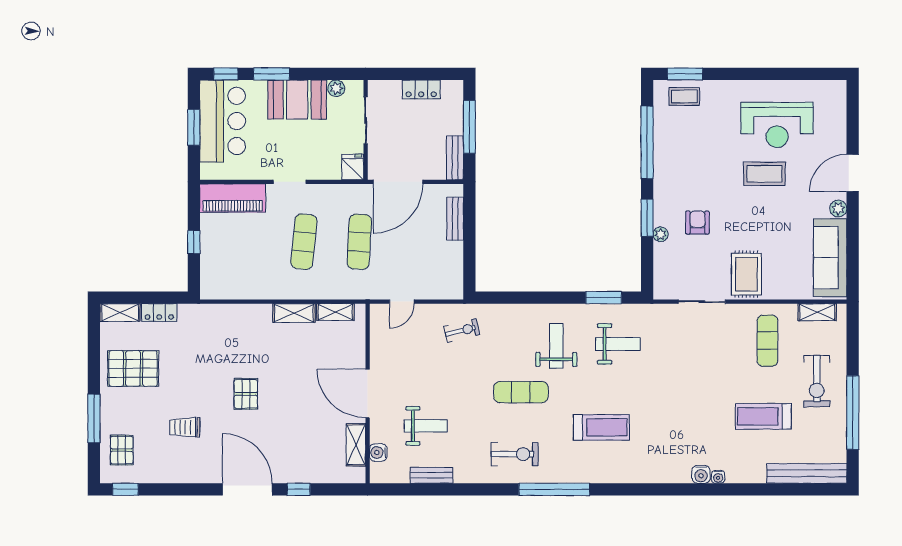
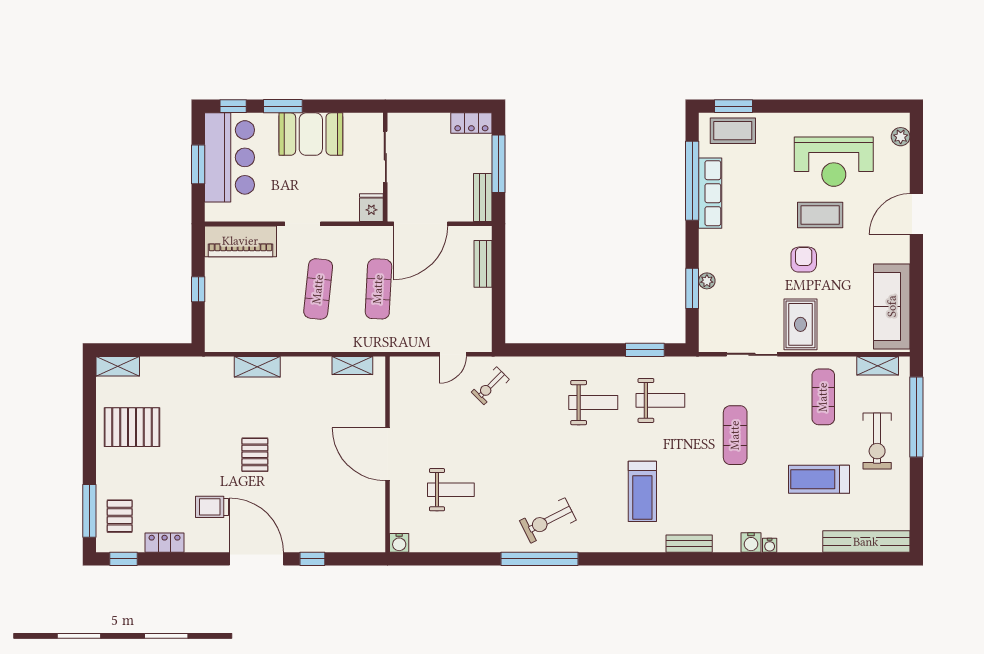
plant: (336, 88) -> (353, 122), removed
locker: (421, 90) -> (471, 123), moved
coffee table: (684, 97) -> (733, 131), width x1.36, depth x1.30
row of seats: (664, 154) -> (710, 193), added
plant: (838, 209) -> (901, 137), moved
window: (647, 218) -> (692, 288), moved
armchair: (697, 222) -> (804, 260), moved
door: (402, 302) -> (453, 354), moved
locker: (159, 313) -> (165, 543), moved, turned 180
shelving: (294, 313) -> (257, 367), moved
exercise bike: (462, 331) -> (490, 386), turned 149
weight bench: (556, 346) -> (593, 403), turned 90
exercise mat: (521, 392) -> (735, 435), moved, turned 90
window: (853, 413) -> (916, 417), moved
window: (94, 418) -> (89, 511), moved
trolley: (185, 427) -> (212, 507), moved
treadmill: (601, 427) -> (642, 491), turned 90
shelving: (356, 445) -> (375, 510), removed
water cooler: (378, 452) -> (399, 543), moved, turned -90
exercise bike: (515, 454) -> (548, 520), turned 153
bench: (432, 475) -> (689, 544), moved
window: (554, 489) -> (540, 559), moved

